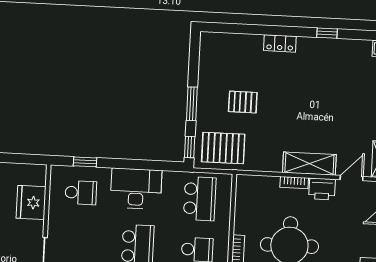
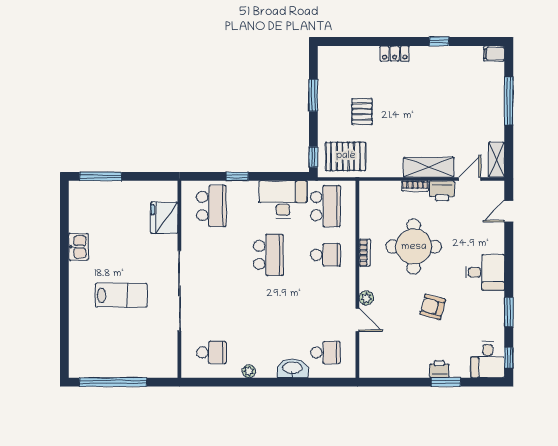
pallet: (243, 102) -> (362, 111), turned 90
window: (192, 104) -> (313, 95), moved
window: (85, 162) -> (237, 176), moved
desk: (136, 189) -> (283, 200), moved
school desk: (81, 193) -> (211, 206), width x1.85

